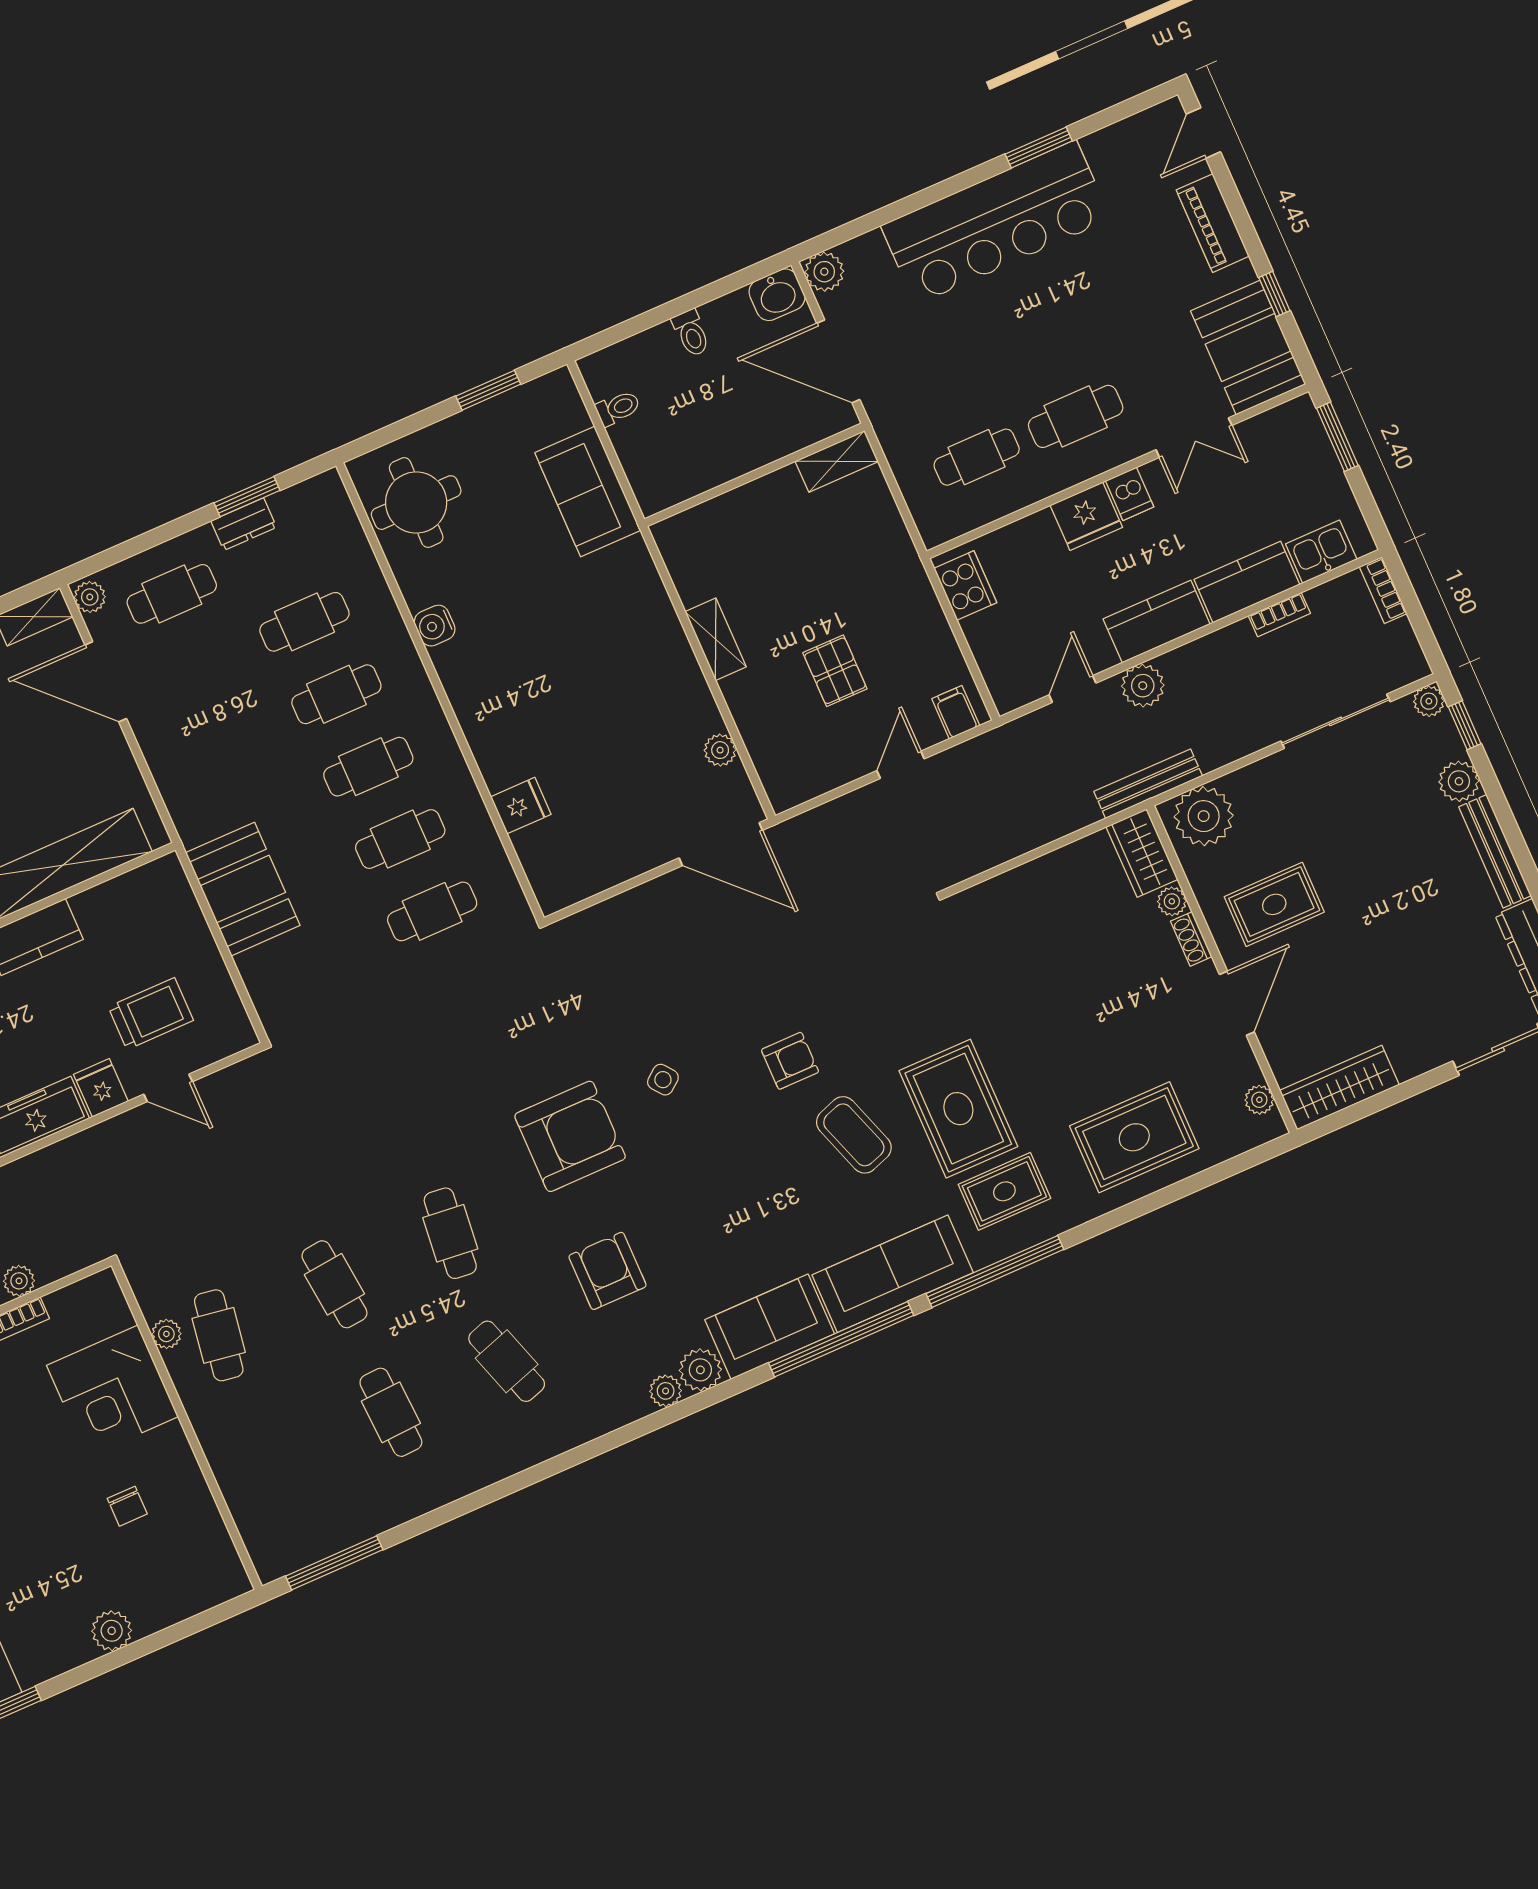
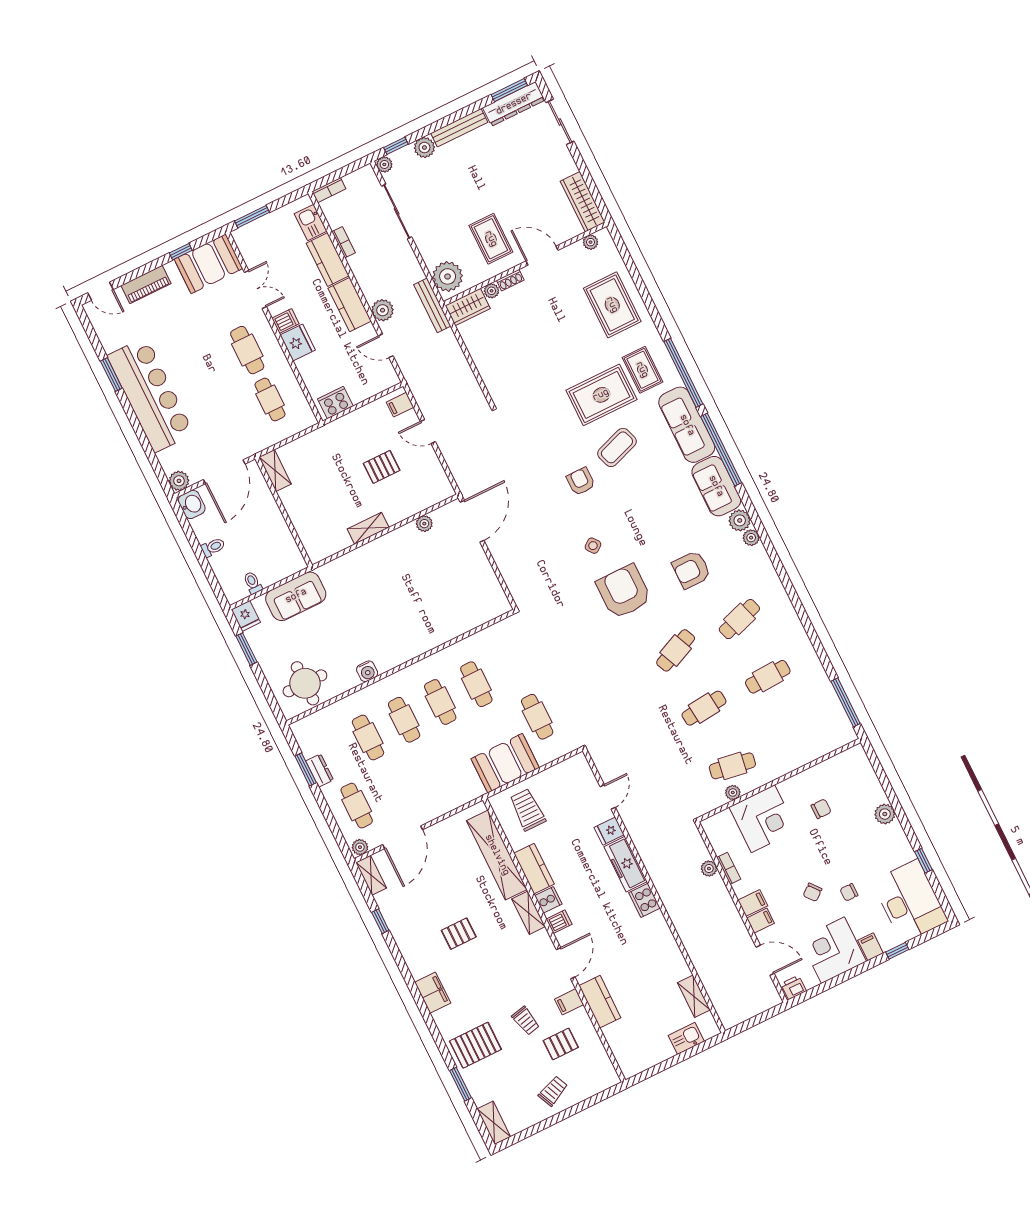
fridge: (521, 806) -> (246, 616), moved, turned 180
cafe table: (432, 911) -> (537, 717), moved
trolley: (151, 1014) -> (527, 810), moved
cafe table: (450, 1233) -> (676, 650), turned -30

